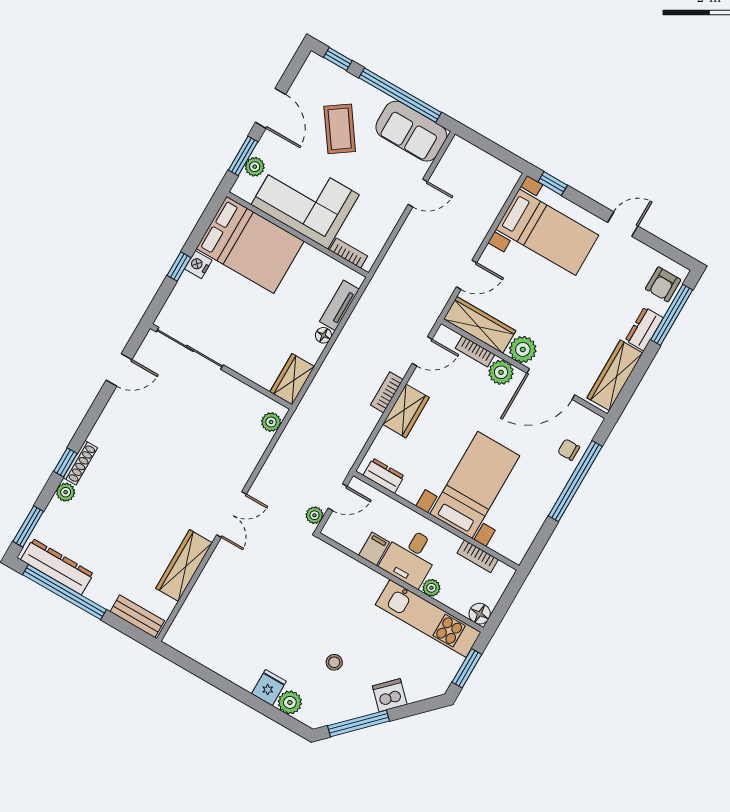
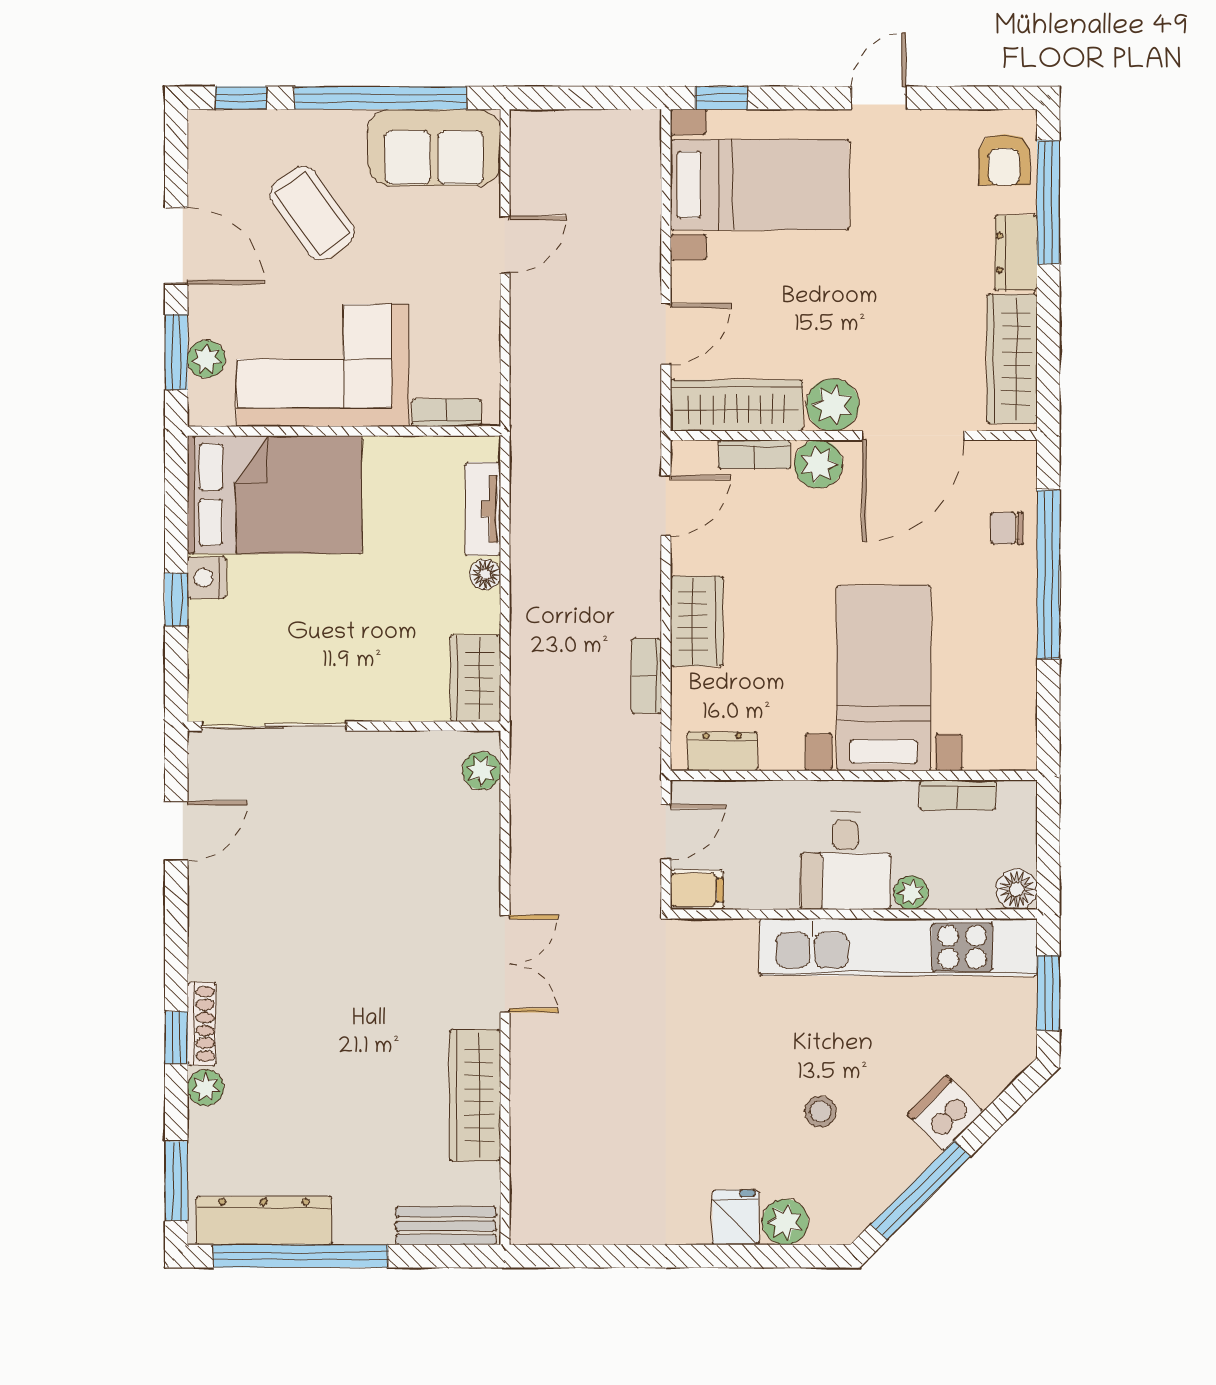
bookcase: (387, 392) -> (646, 676), moved
plant: (314, 515) -> (645, 885), removed
filing cabinet: (374, 549) -> (697, 890), moved, turned 90
kitchen unit: (428, 618) -> (898, 947), width x1.36

